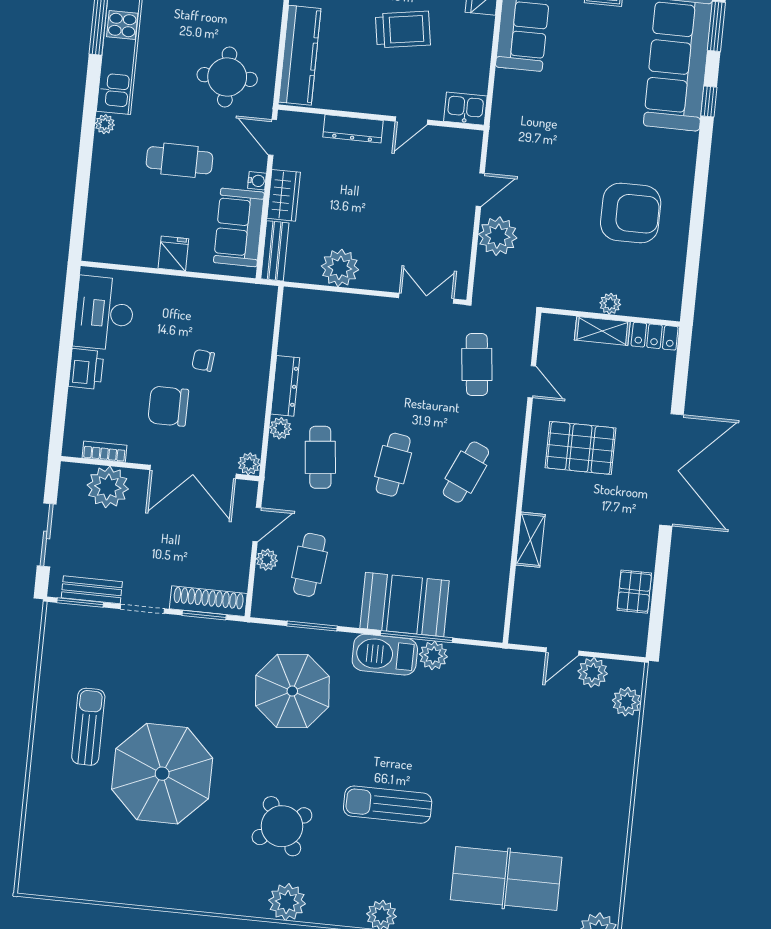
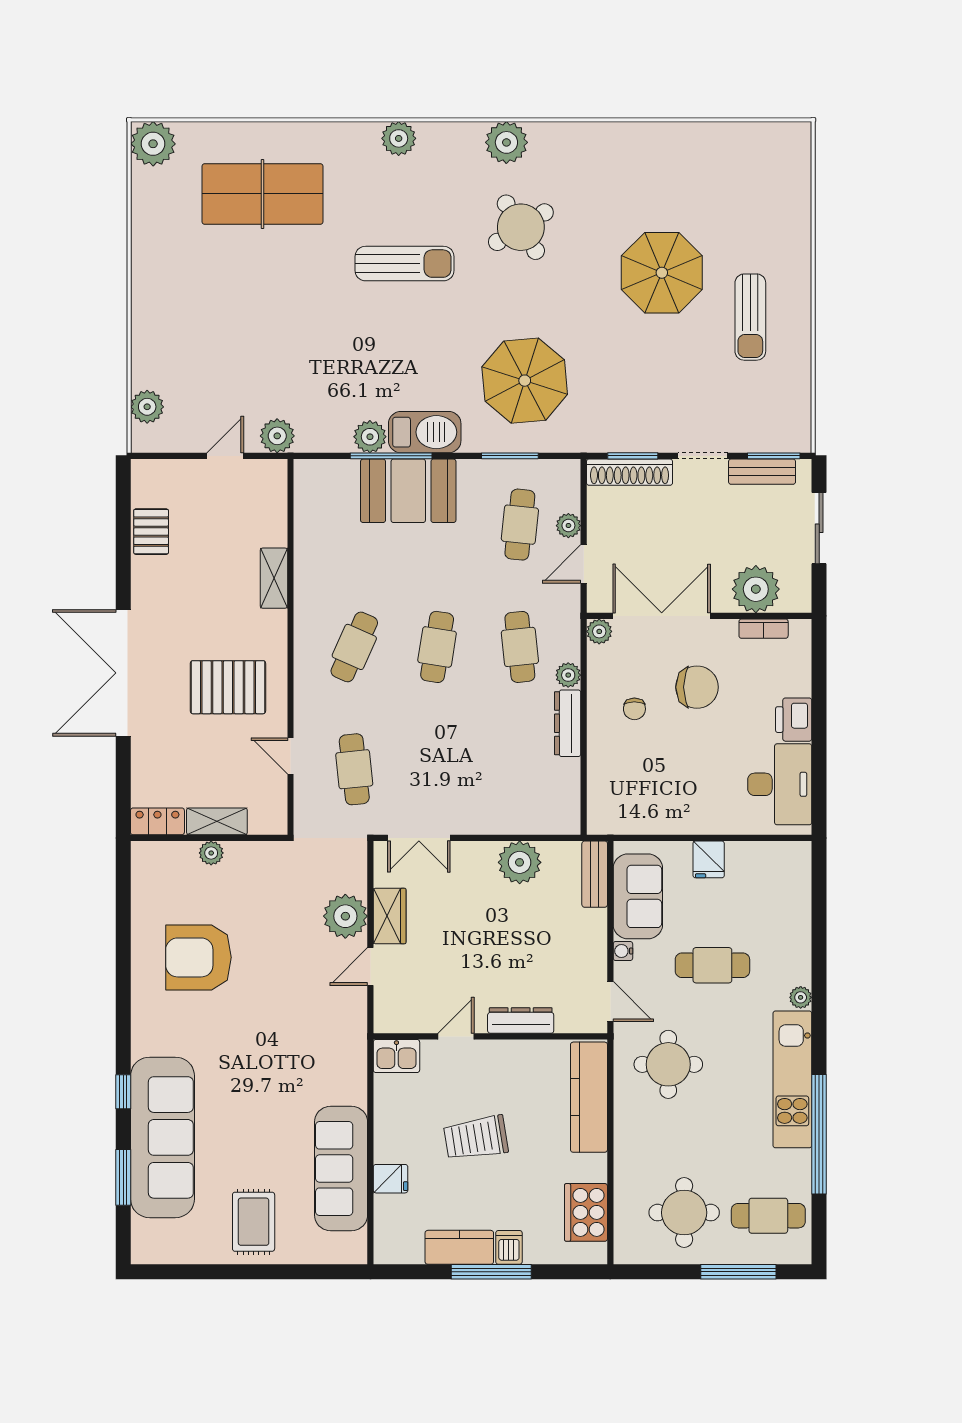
wardrobe: (284, 195) -> (390, 916), moved, turned 180
chair: (203, 360) -> (634, 709), moved, turned 84
plant: (593, 672) -> (277, 436), moved
parasol: (162, 774) -> (662, 273), width x0.73, depth x0.73

